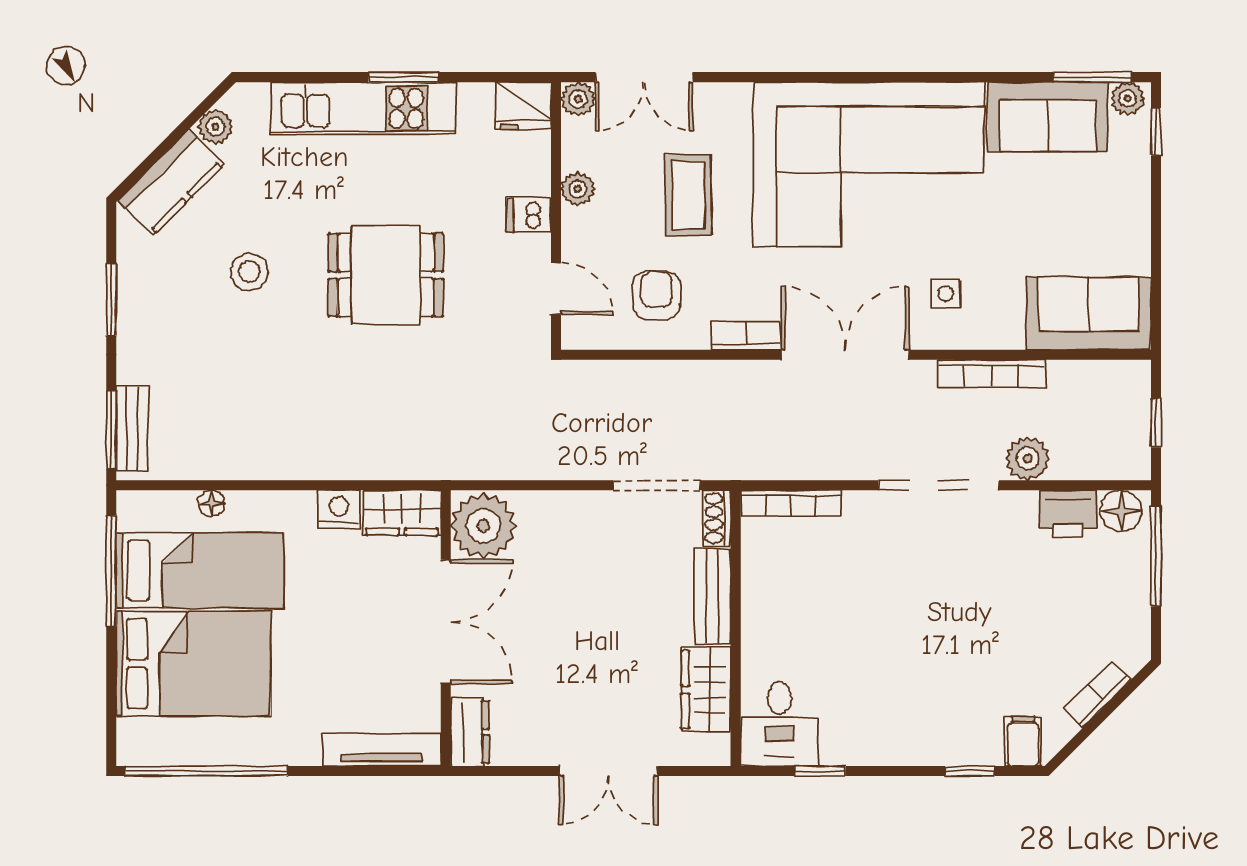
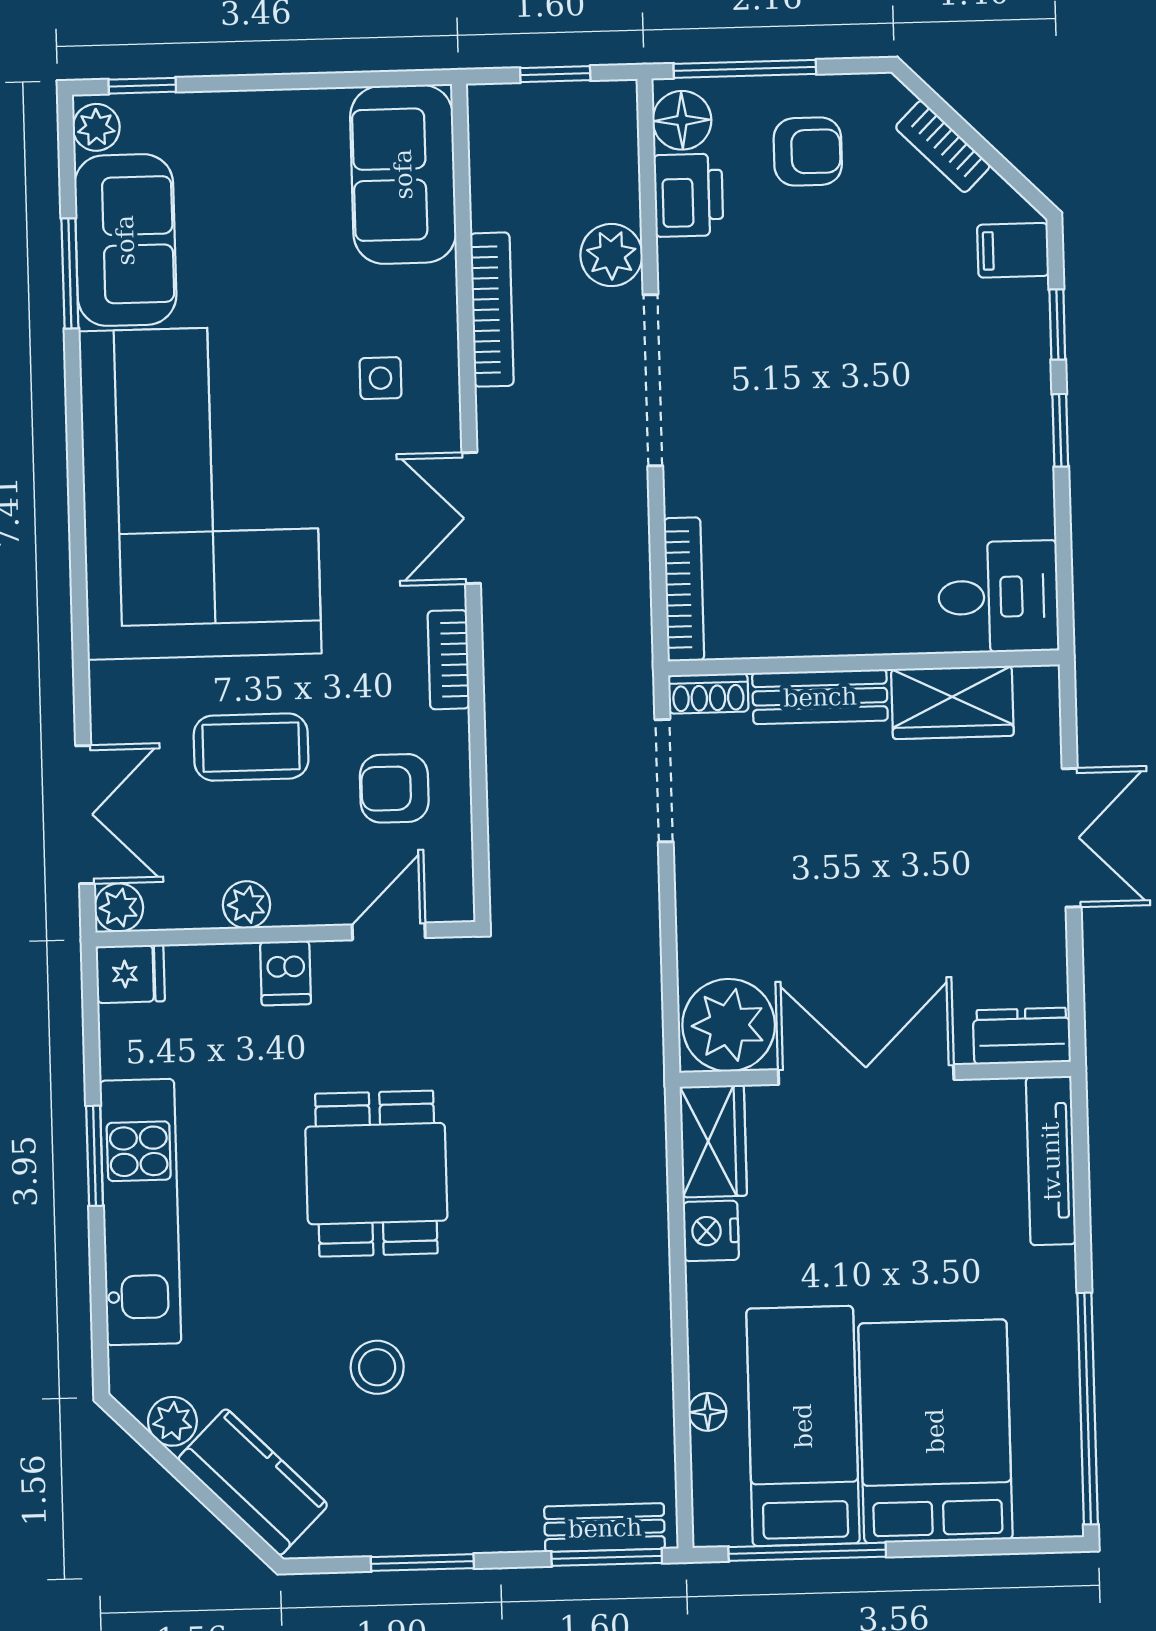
window: (1092, 77) -> (70, 273), moved
fridge: (524, 106) -> (130, 974), width x0.72
double door: (845, 355) -> (471, 518), width x0.73
armchair: (1097, 599) -> (808, 152), added
window: (820, 771) -> (1060, 430), moved

